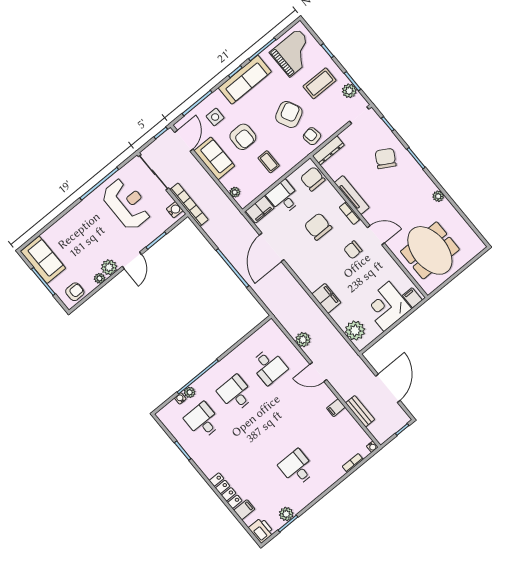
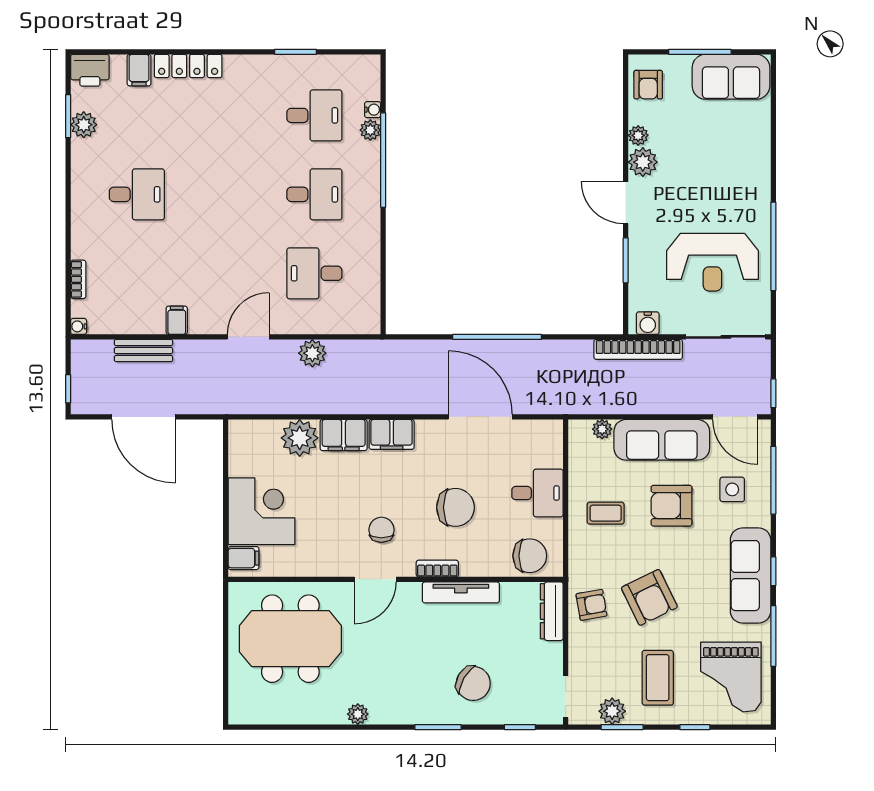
sofa: (214, 158) -> (662, 440), width x1.36
filing cabinet: (260, 209) -> (392, 434), moved, turned -90
plant: (355, 331) -> (300, 438), moved

